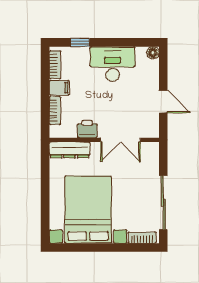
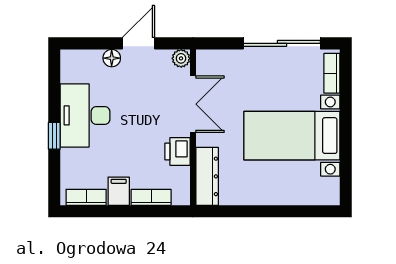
window: (80, 42) -> (54, 136), moved
floor lamp: (153, 53) -> (112, 58), moved
plant: (153, 132) -> (181, 58), added
bed with nightstands: (88, 210) -> (292, 136), width x0.73

